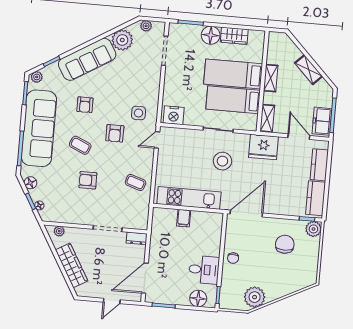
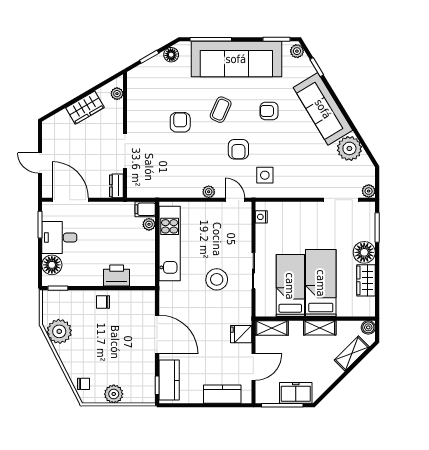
plant: (146, 26) -> (369, 191), moved
boiler: (274, 37) -> (368, 327), added
shelving: (309, 70) -> (352, 354), moved
nightstand: (174, 115) -> (261, 217), width x0.53, depth x0.56
freezer: (322, 121) -> (296, 393), moved
armchair: (115, 133) -> (238, 149), turned -90
fridge: (263, 147) -> (241, 334), width x0.53, depth x0.75
plant: (148, 161) -> (209, 192), added
coffee table: (135, 182) -> (182, 179), removed
kitchen counter: (316, 198) -> (169, 380), moved, turned 90
floor lamp: (39, 205) -> (145, 68), removed
plant: (171, 214) -> (149, 224), added
door: (246, 214) -> (157, 334), moved
filing cabinet: (184, 218) -> (145, 209), moved
plant: (313, 229) -> (114, 394), moved
chair: (285, 244) -> (84, 384), moved, width x0.54, depth x0.54
printer: (212, 245) -> (117, 276), added
wardrobe: (72, 265) -> (85, 108), width x0.67
desk: (204, 270) -> (59, 237), moved, turned 90

